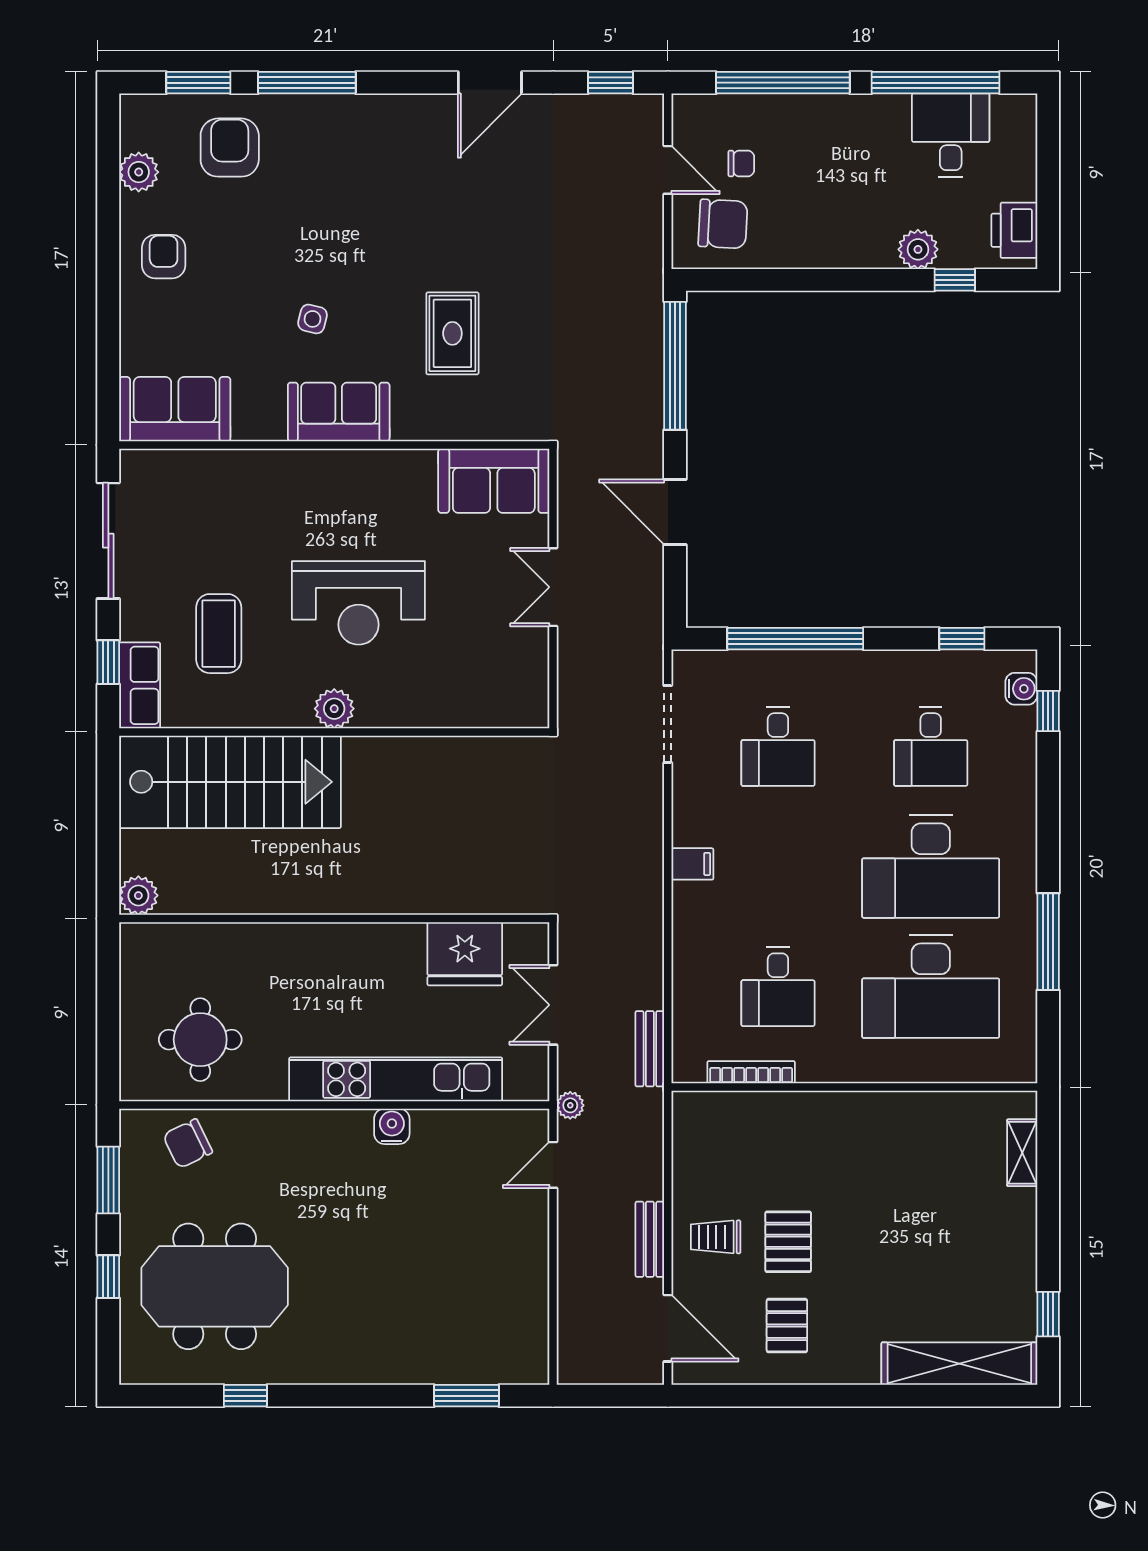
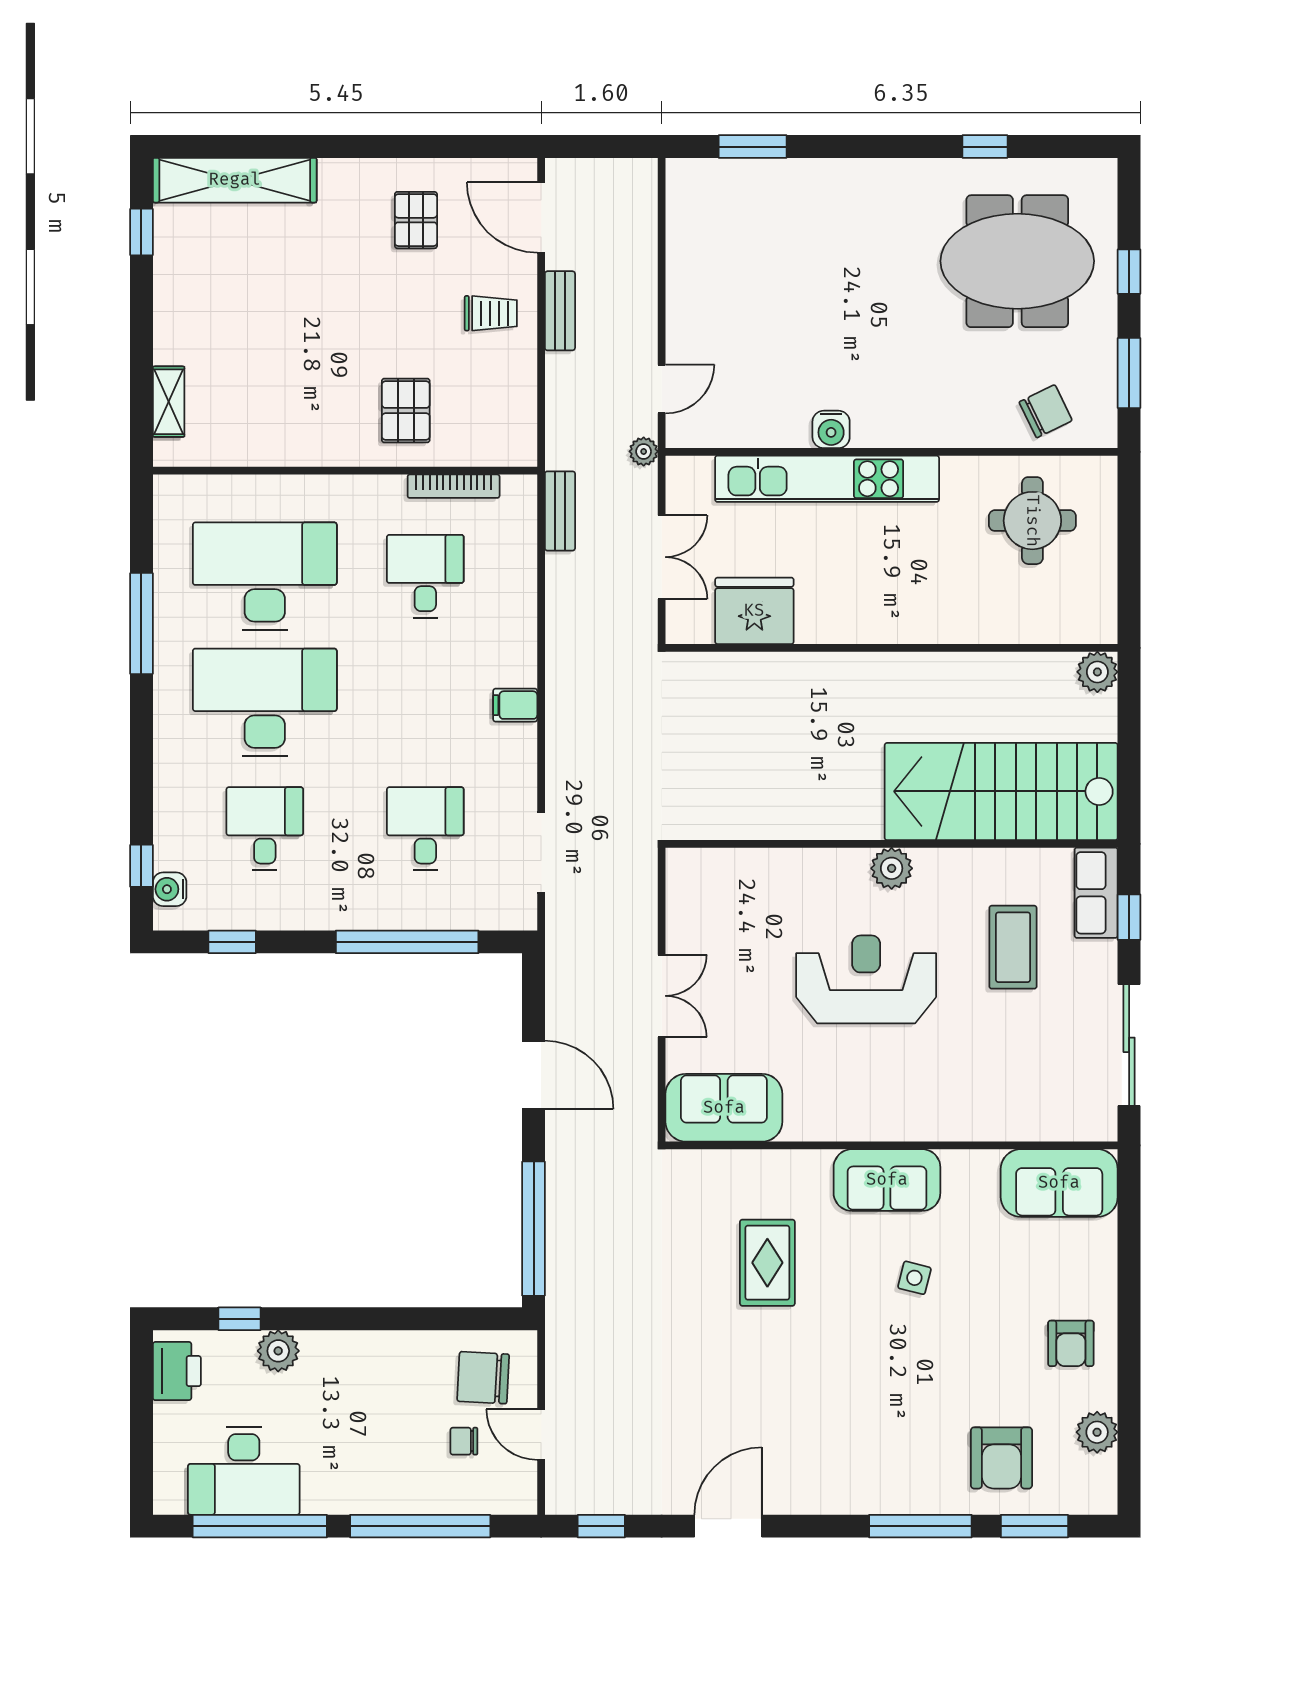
desk: (951, 135) -> (244, 1471), width x1.37
pallet: (788, 1242) -> (406, 411), moved

